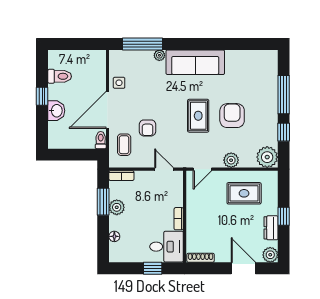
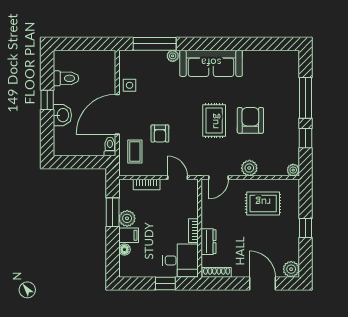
plant: (267, 157) -> (293, 170), width x0.53, depth x0.53
bookcase: (121, 176) -> (147, 185), moved
filing cabinet: (118, 223) -> (129, 235), added
dresser: (271, 228) -> (209, 242), moved, turned 180

